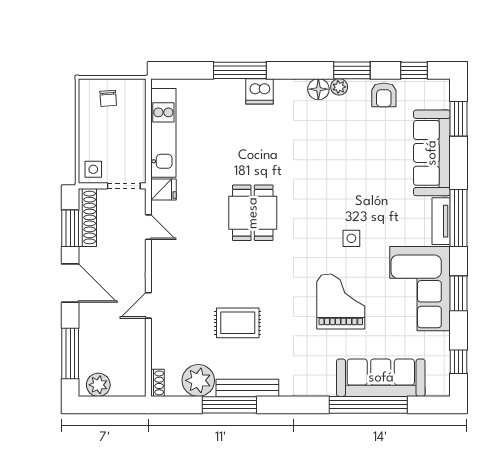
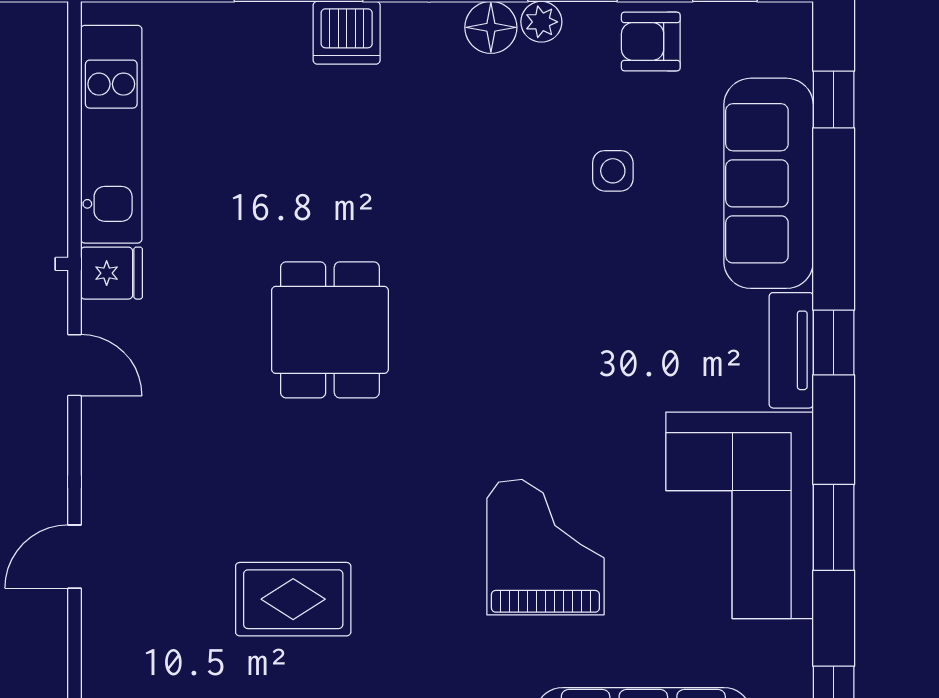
armchair: (384, 95) -> (651, 41), turned 90
window: (458, 119) -> (834, 100), width x0.67
window: (458, 218) -> (834, 343), width x0.46
side table: (351, 238) -> (613, 171), moved

